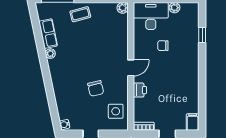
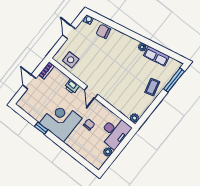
window: (202, 35) -> (41, 128), moved
corner desk: (180, 75) -> (61, 121), added
chair: (96, 88) -> (103, 31), moved
filing cabinet: (193, 122) -> (24, 104), removed

